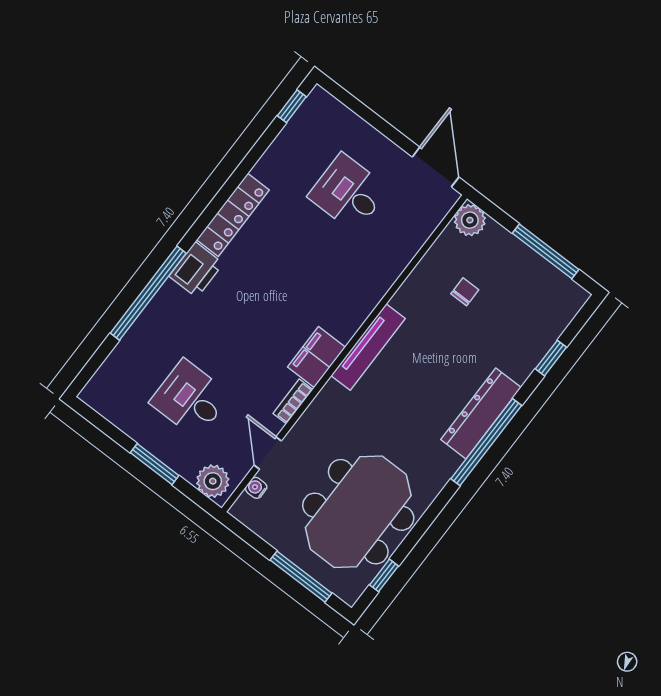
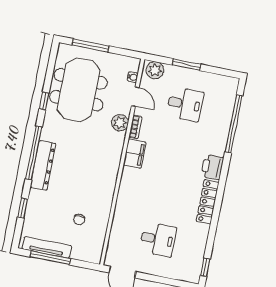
plant: (470, 220) -> (120, 123), moved
window: (148, 293) -> (234, 124), moved
tv unit: (368, 347) -> (47, 247), moved, turned 90
window: (384, 575) -> (44, 101), moved

